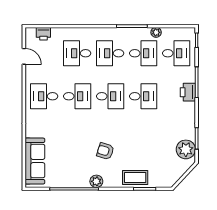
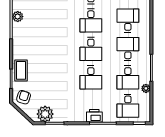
armchair: (105, 151) -> (24, 97), moved
plant: (96, 181) -> (18, 17), moved

